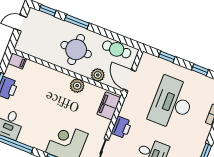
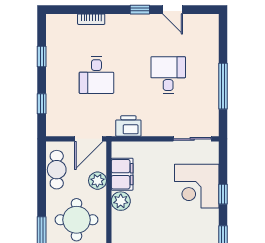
desk: (172, 103) -> (96, 75), width x0.53, depth x0.77
filing cabinet: (109, 106) -> (122, 174), moved, turned -90
printer: (121, 127) -> (128, 126), moved

